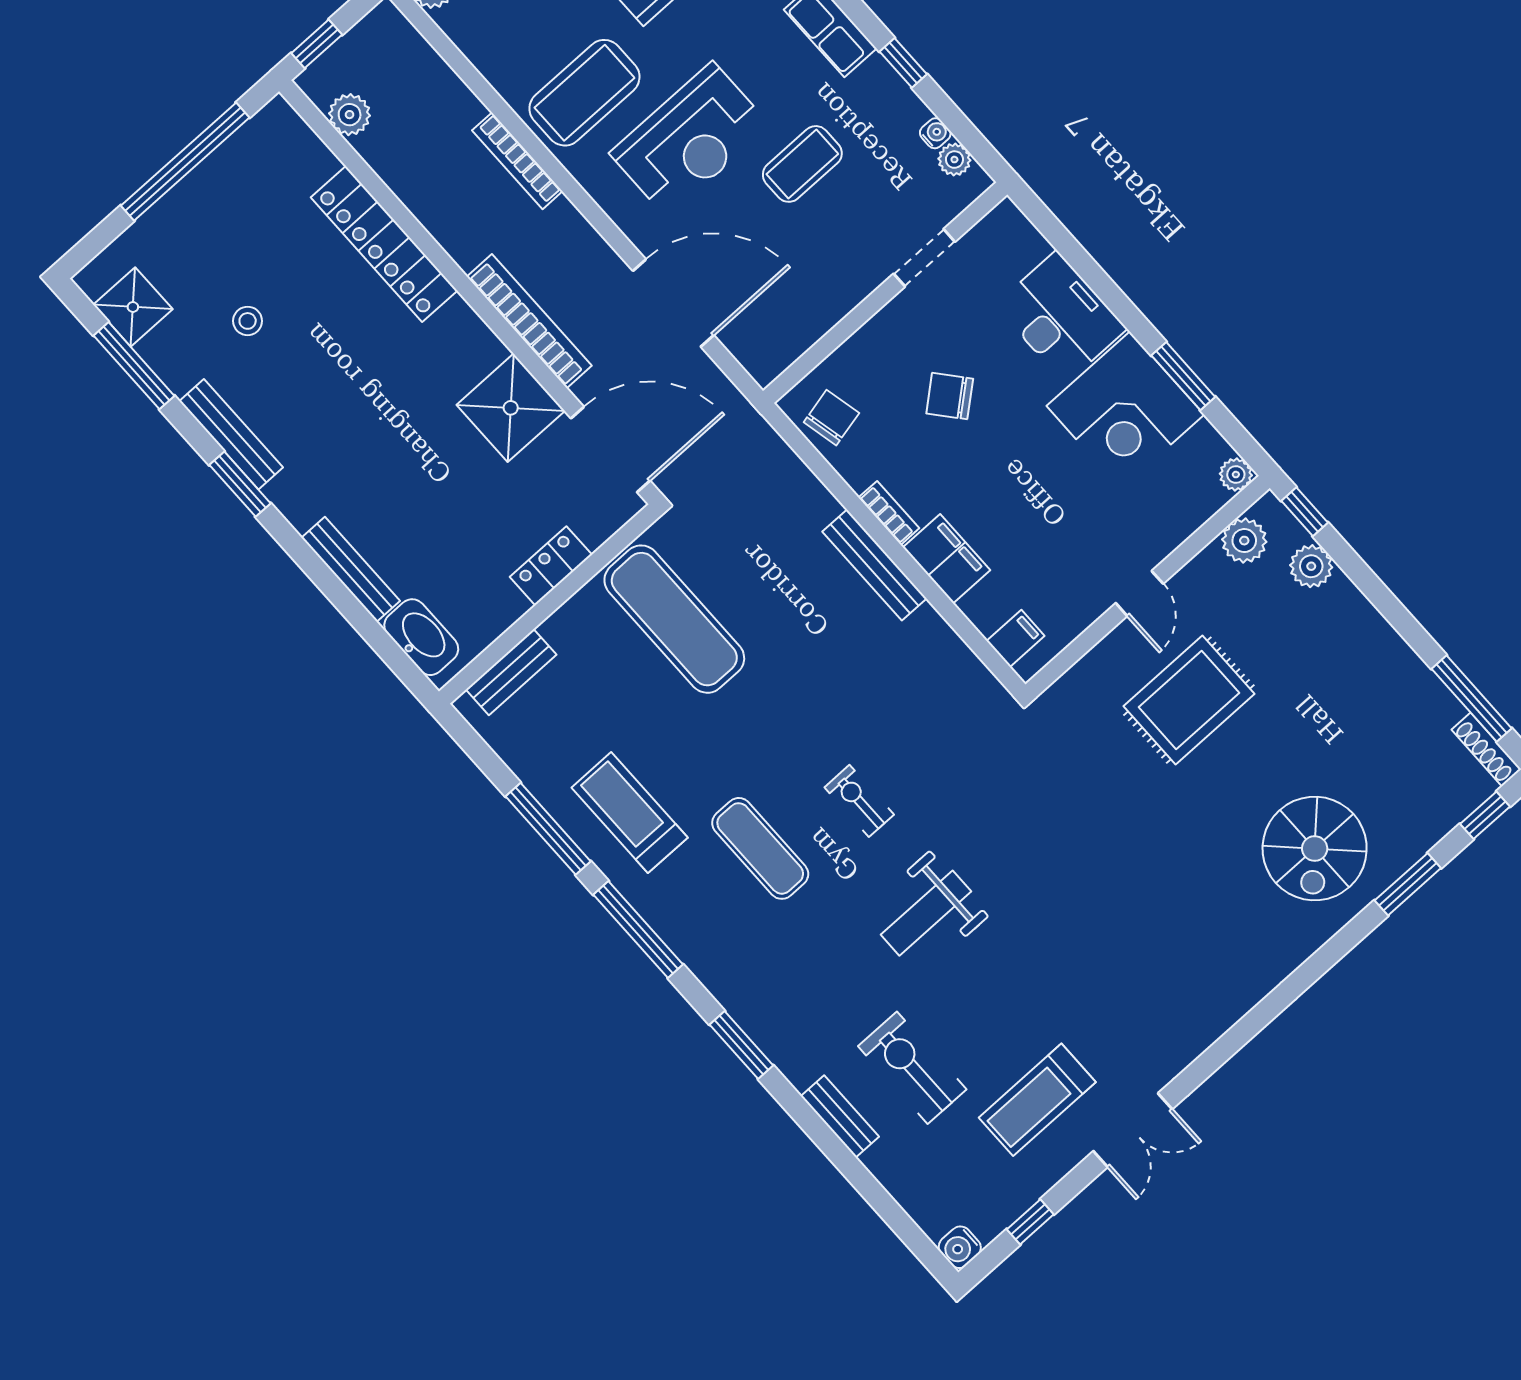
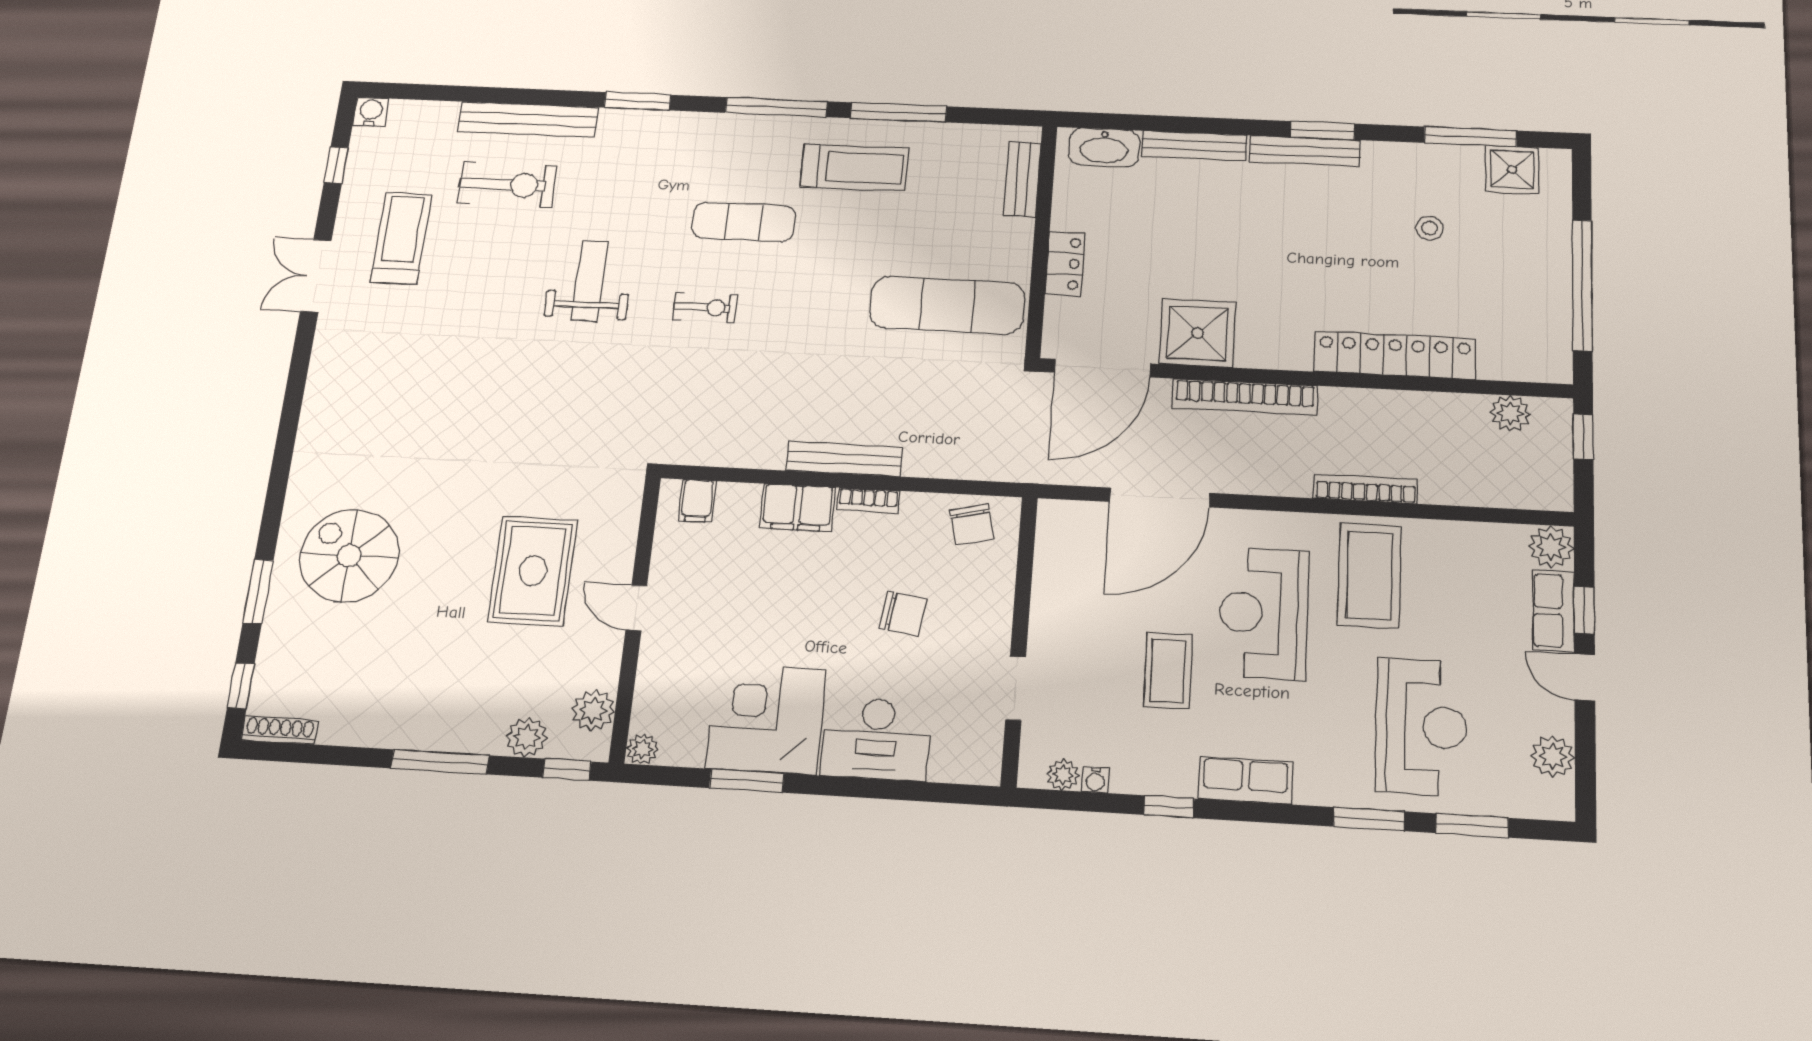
chair: (950, 396) -> (903, 614), turned 48
bench: (231, 434) -> (1305, 151), moved
window: (1472, 699) -> (440, 762), moved
bench: (840, 1116) -> (528, 119), width x1.86, depth x1.21

